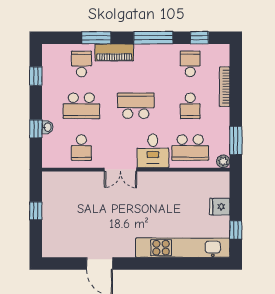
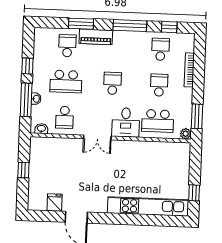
window: (36, 76) -> (27, 66), moved
school desk: (136, 106) -> (113, 83), width x0.54
school desk: (190, 106) -> (159, 85), turned 180
window: (36, 129) -> (26, 100), width x2.17
washbasin: (55, 162) -> (41, 129), added
fridge: (220, 207) -> (55, 203), moved, turned 90

